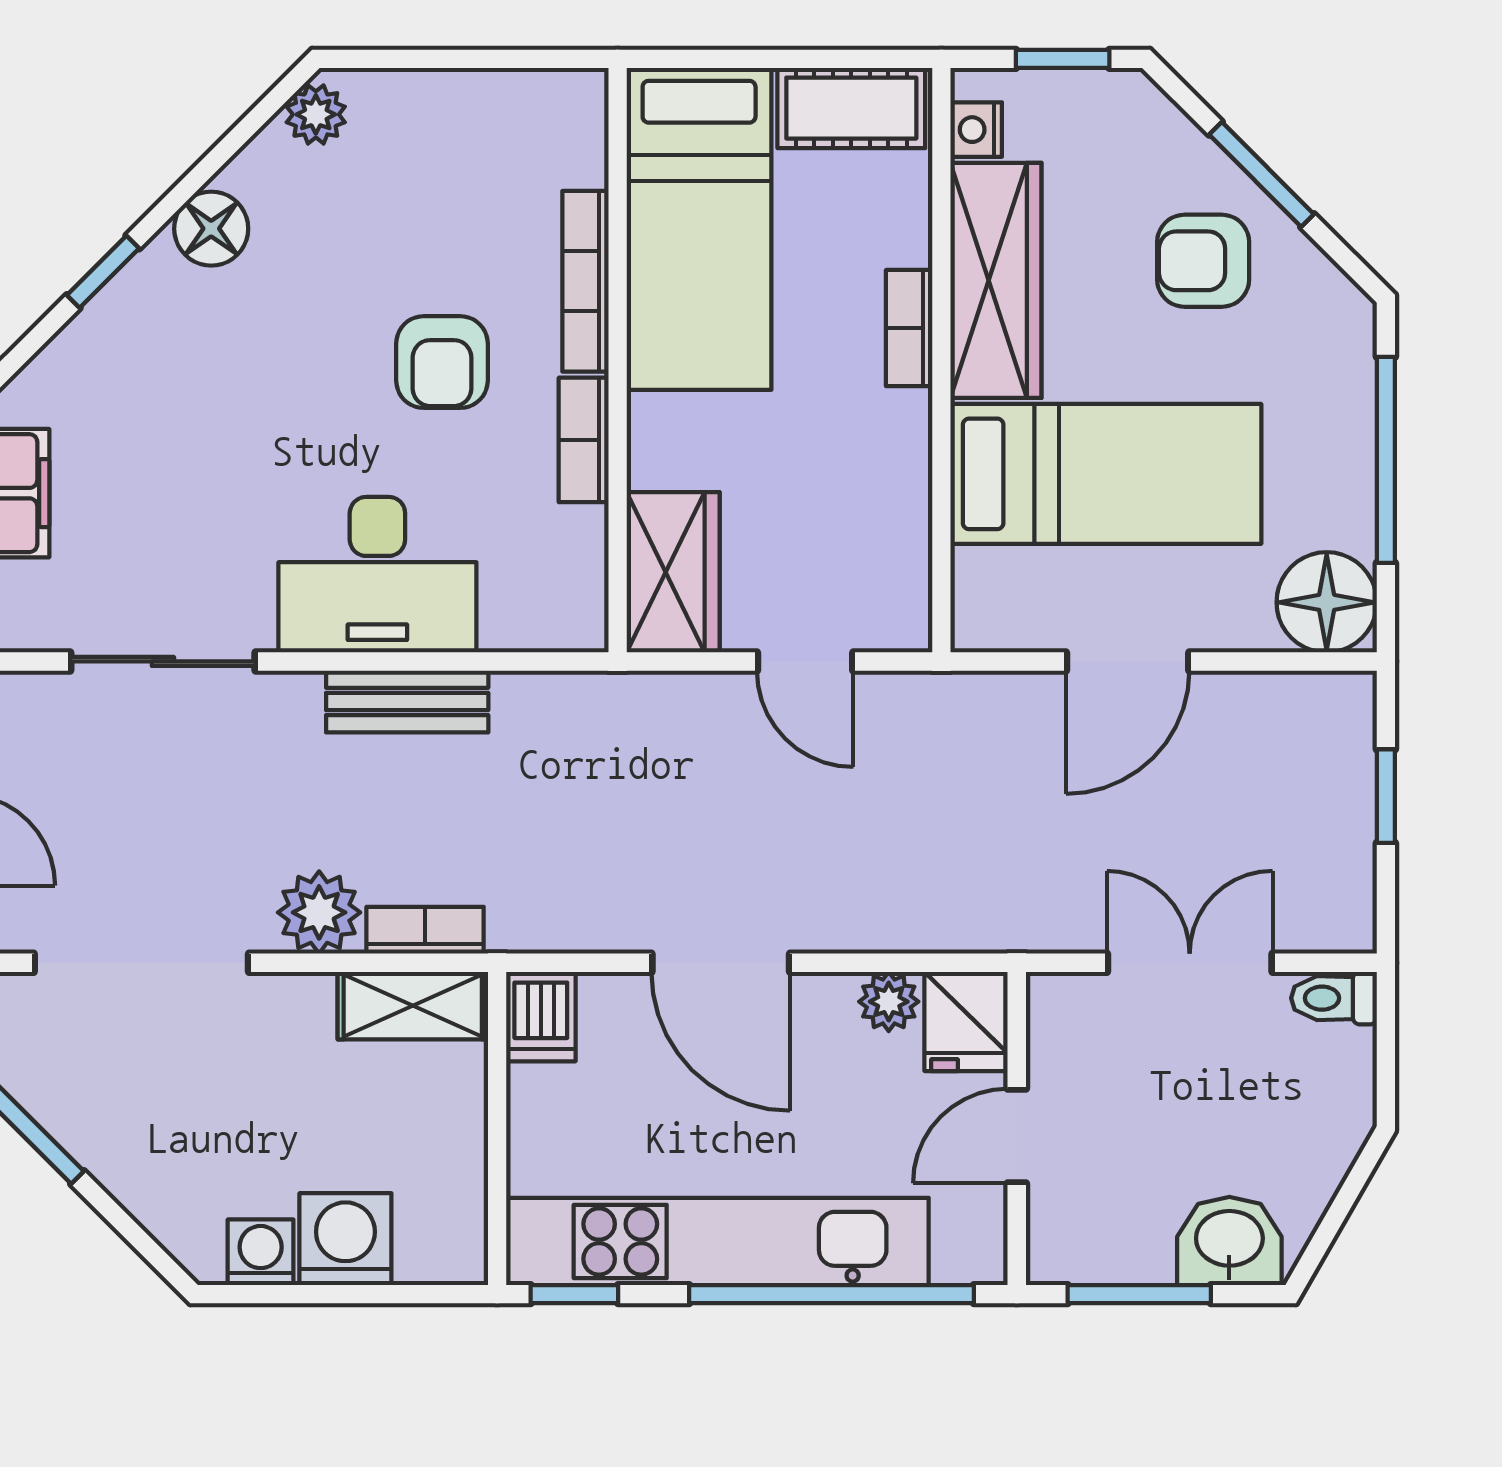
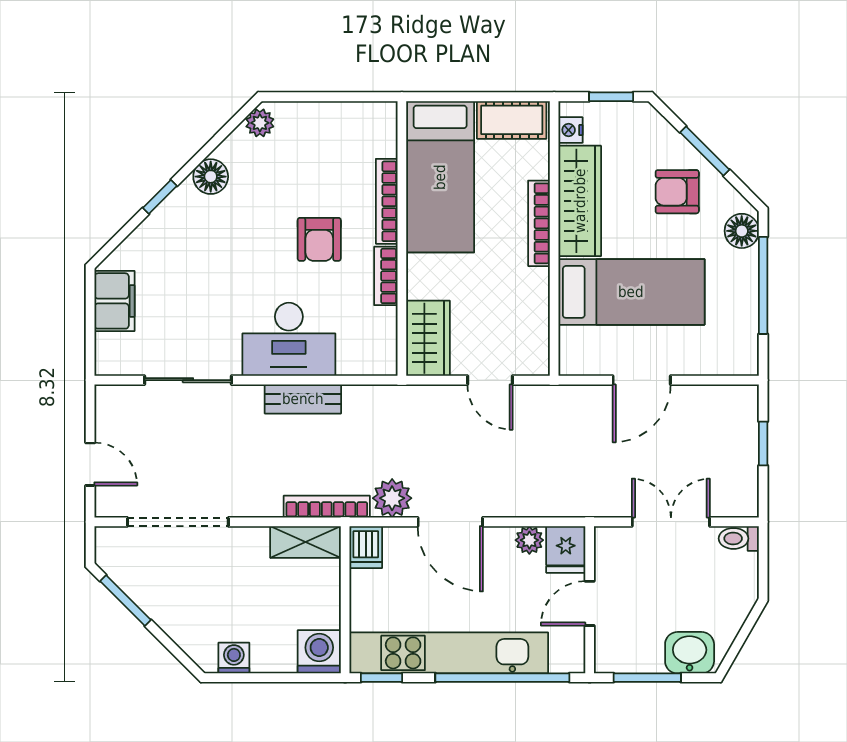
bookcase: (909, 328) -> (539, 223), width x1.56
floor lamp: (1327, 602) -> (742, 231), moved, width x0.73, depth x0.73
plant: (319, 912) -> (392, 498), moved
bookcase: (425, 930) -> (327, 507), width x1.56
washing machine: (345, 1239) -> (319, 652), moved

